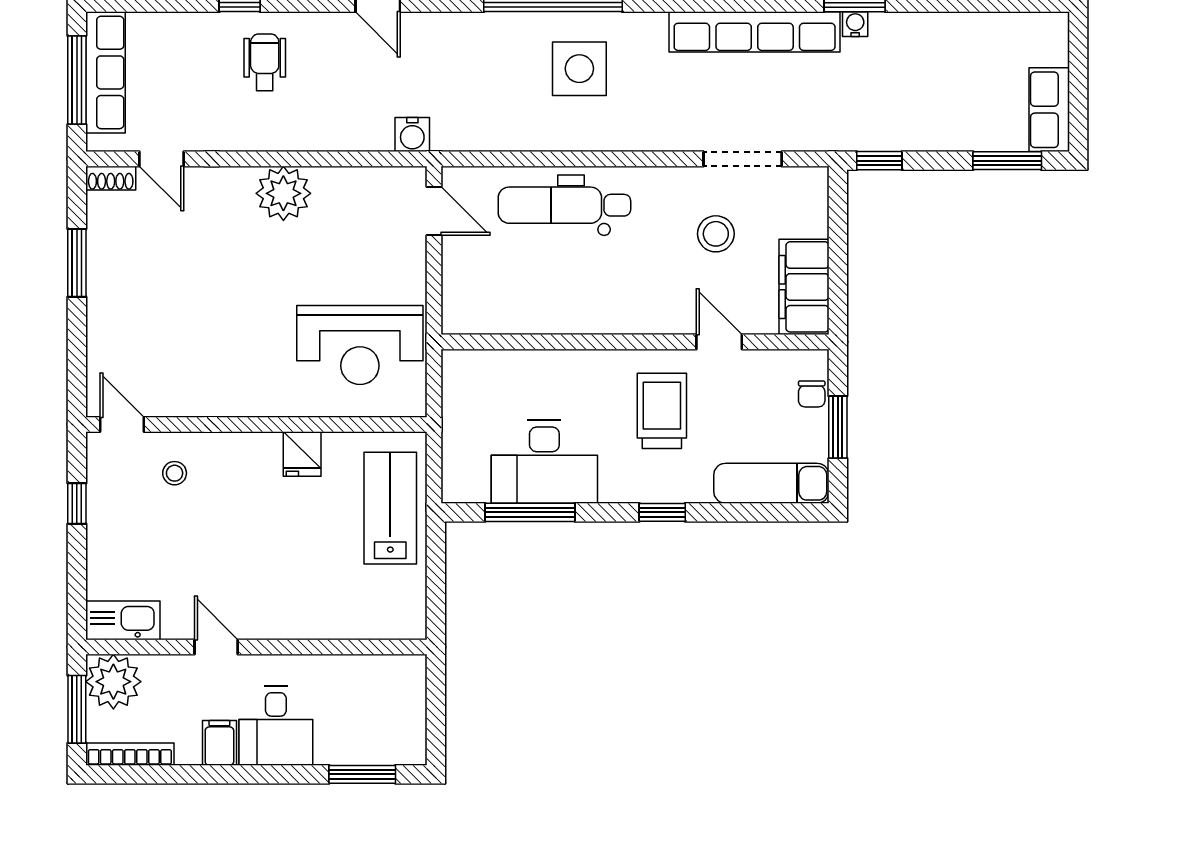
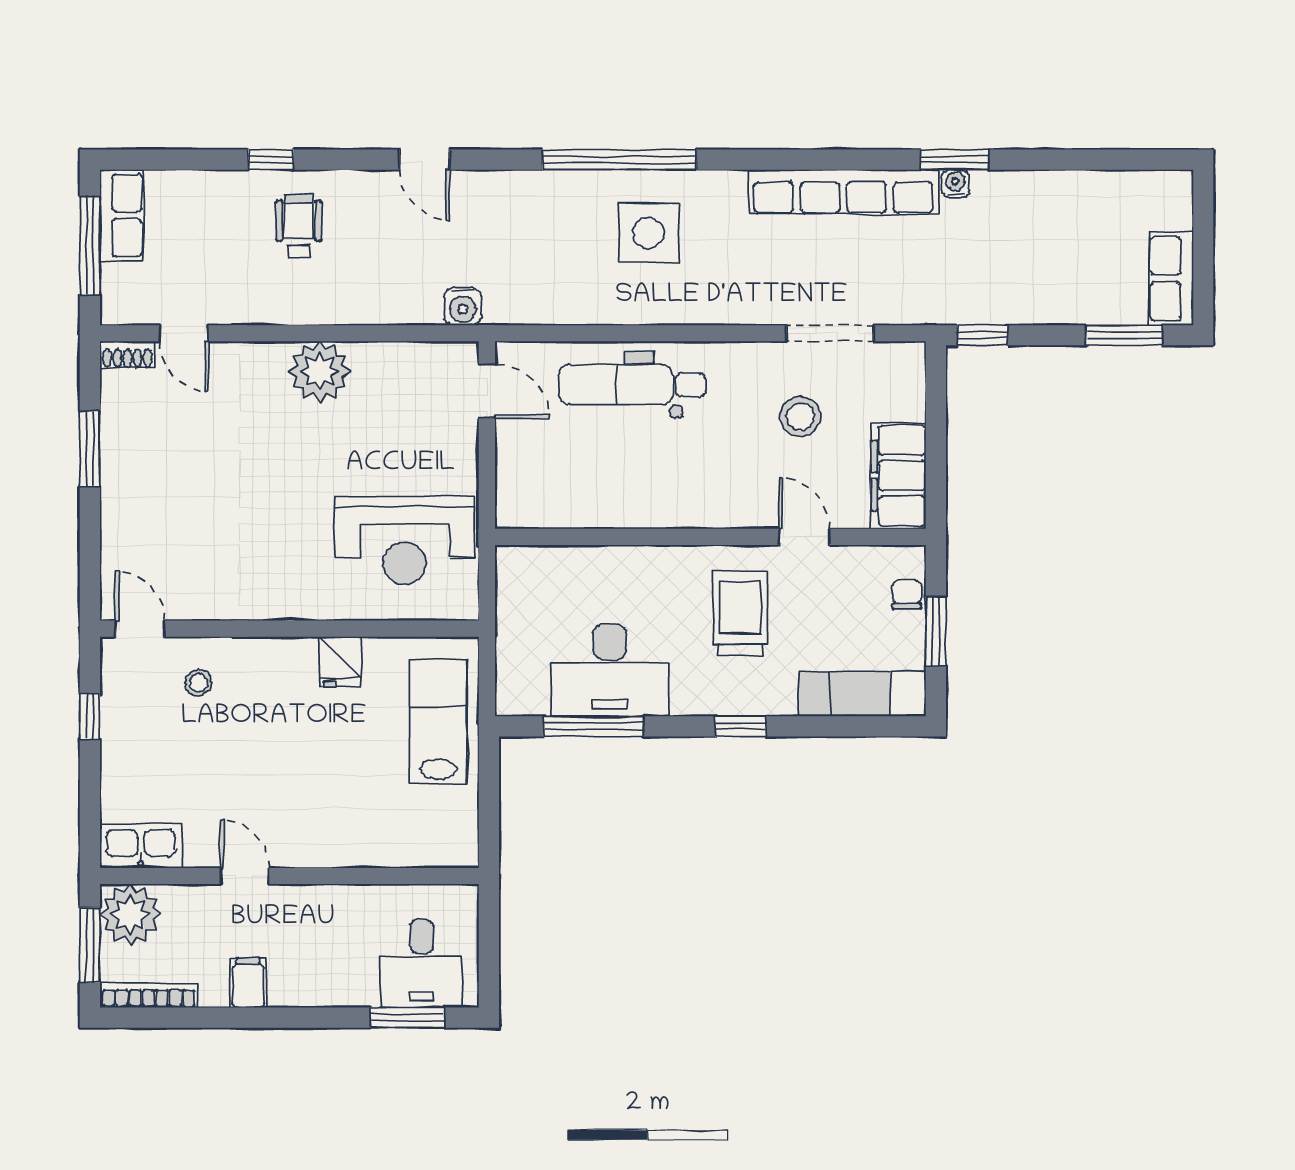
row of seats: (106, 72) -> (122, 215), width x0.68
chair: (812, 394) -> (907, 595), turned 180
desk: (276, 726) -> (421, 964), moved

